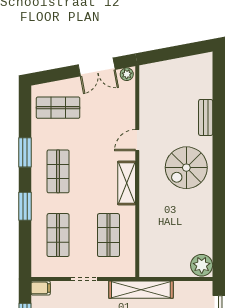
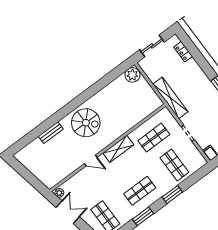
shop shelf: (58, 235) -> (174, 165), turned 90

